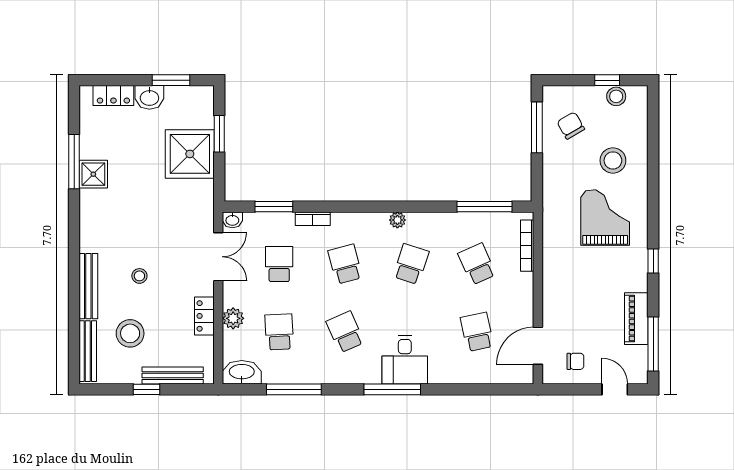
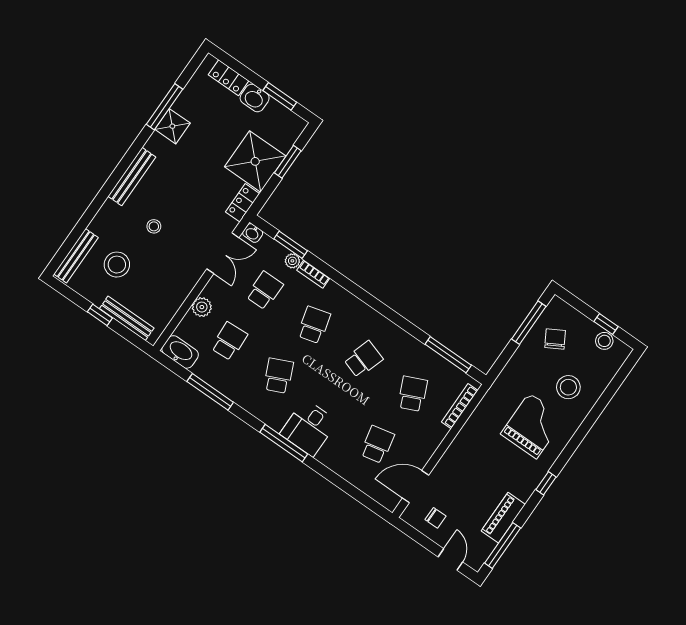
plant: (397, 220) -> (292, 261), moved
bench: (88, 286) -> (132, 177), moved
locker: (204, 316) -> (243, 203), moved

